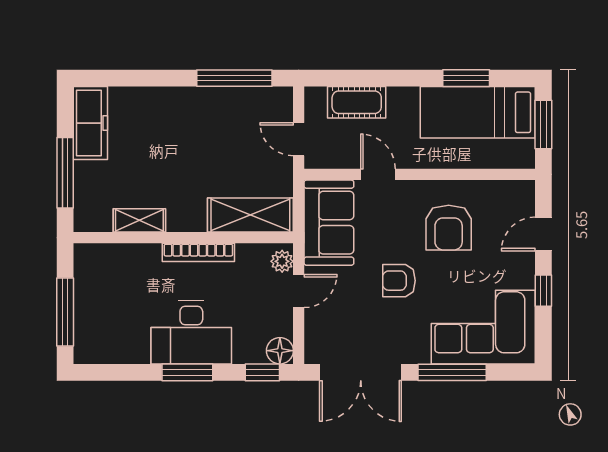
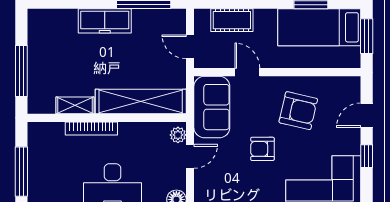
freezer: (90, 123) -> (105, 21), moved, turned 90
shelving: (250, 215) -> (141, 101), width x1.47
armchair: (449, 228) -> (298, 111), turned -77
bookcase: (198, 252) -> (91, 128), moved

